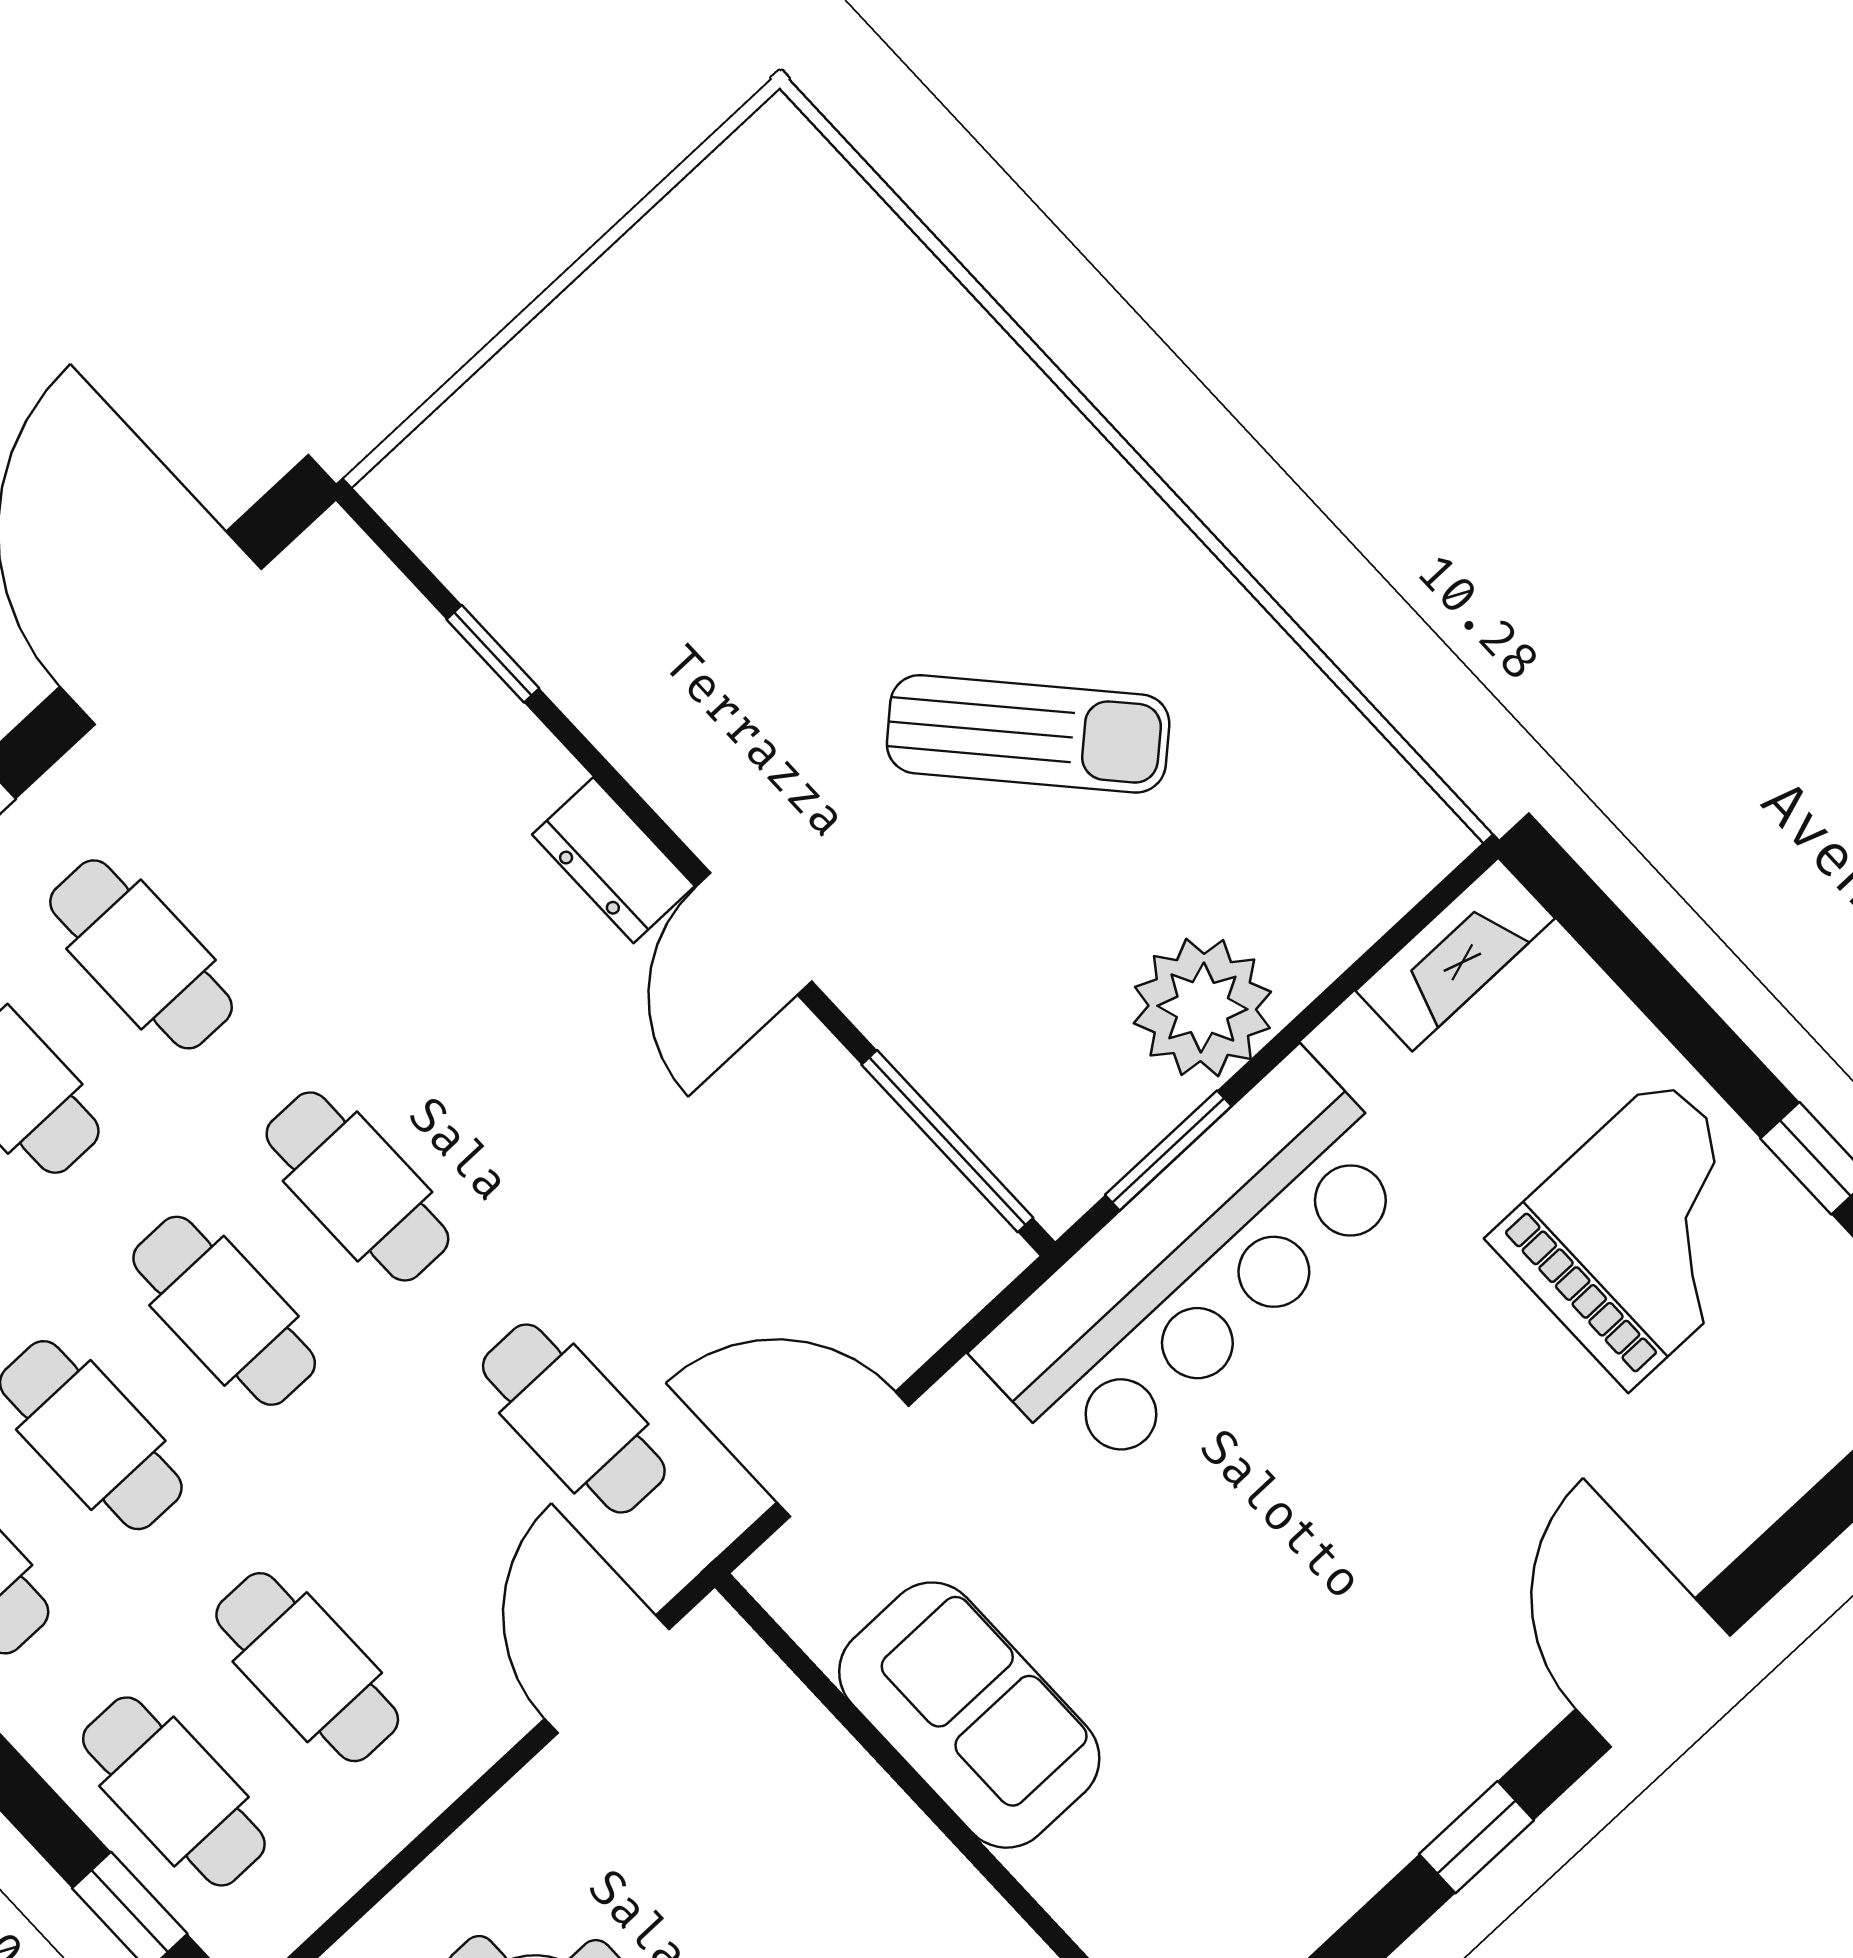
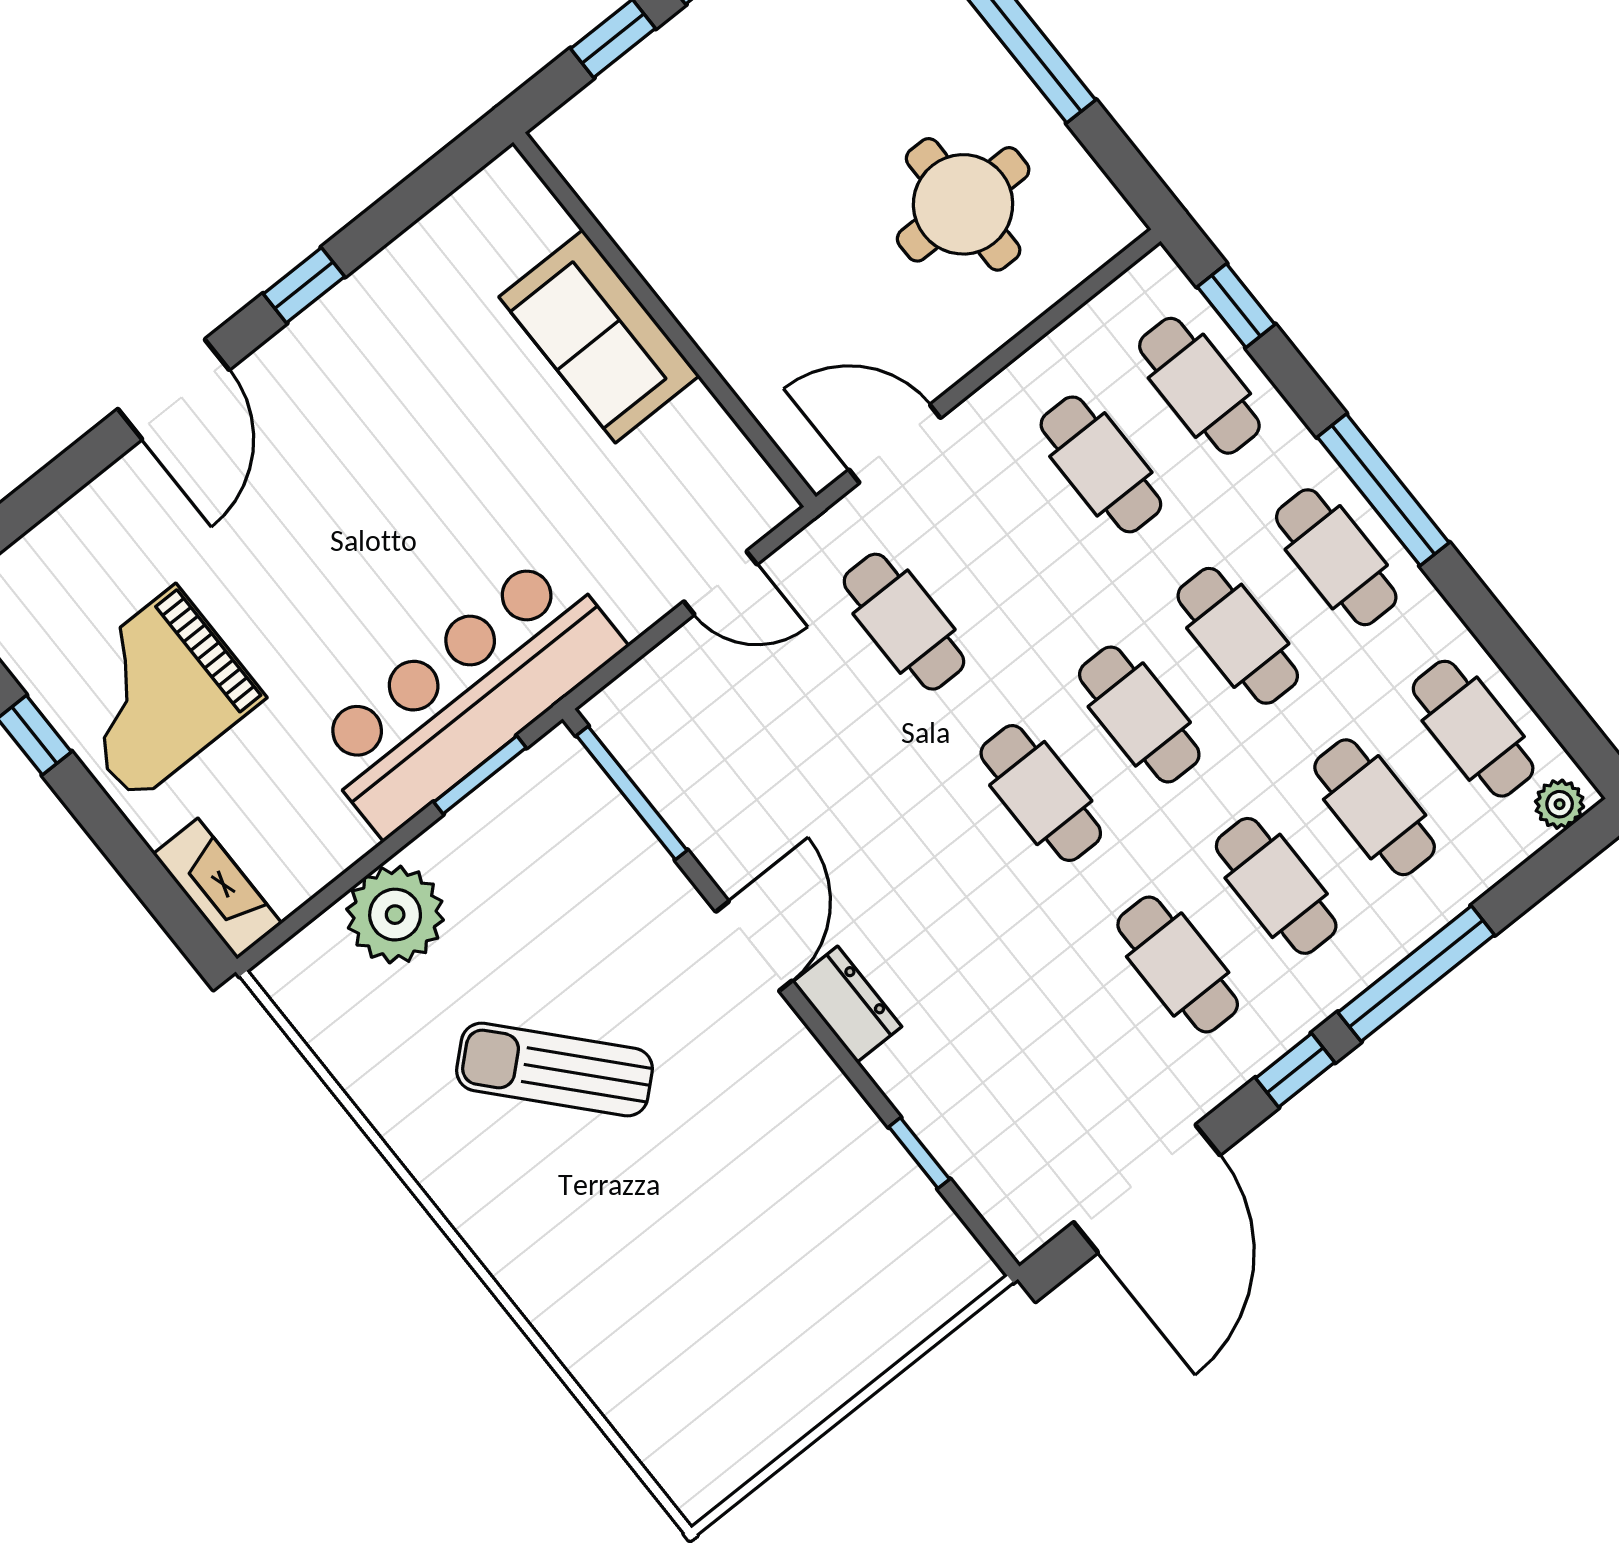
fireplace: (1455, 955) -> (217, 889), moved, turned 90
plant: (1202, 1008) -> (395, 915), moved
door: (843, 1454) -> (720, 583), width x0.73
door: (607, 1674) -> (895, 444), swing flipped
sofa: (969, 1715) -> (599, 336), moved

